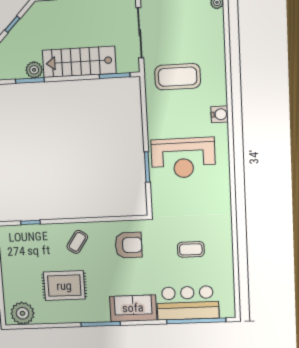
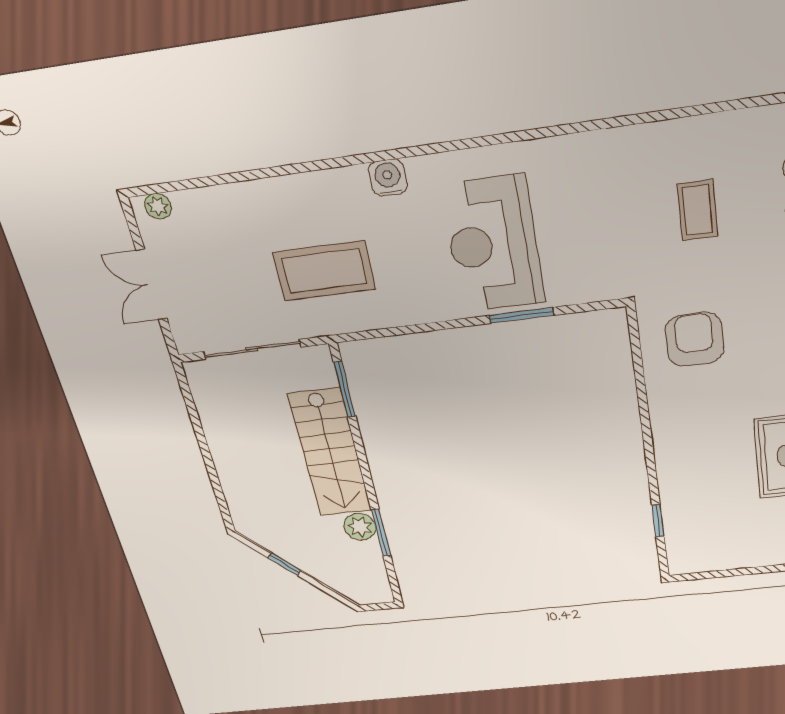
coffee table: (178, 77) -> (324, 271), turned 90
reception desk: (183, 158) -> (493, 245), turned 180
coffee table: (77, 242) -> (693, 437), removed

